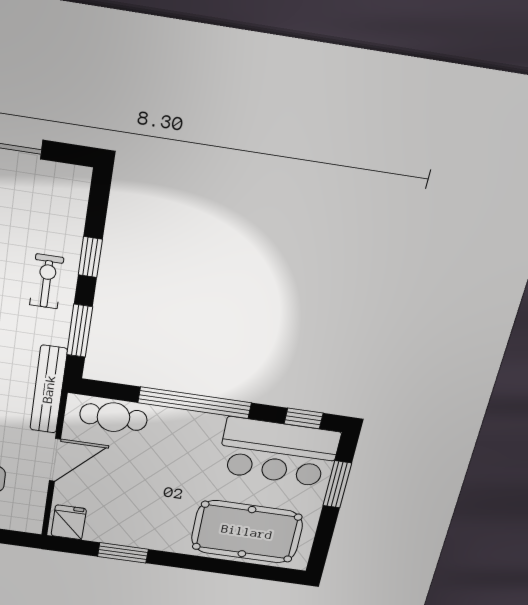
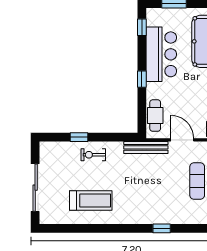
window: (80, 331) -> (114, 137), removed
window: (195, 403) -> (142, 79), width x0.32
bar counter: (278, 452) -> (161, 54), moved

